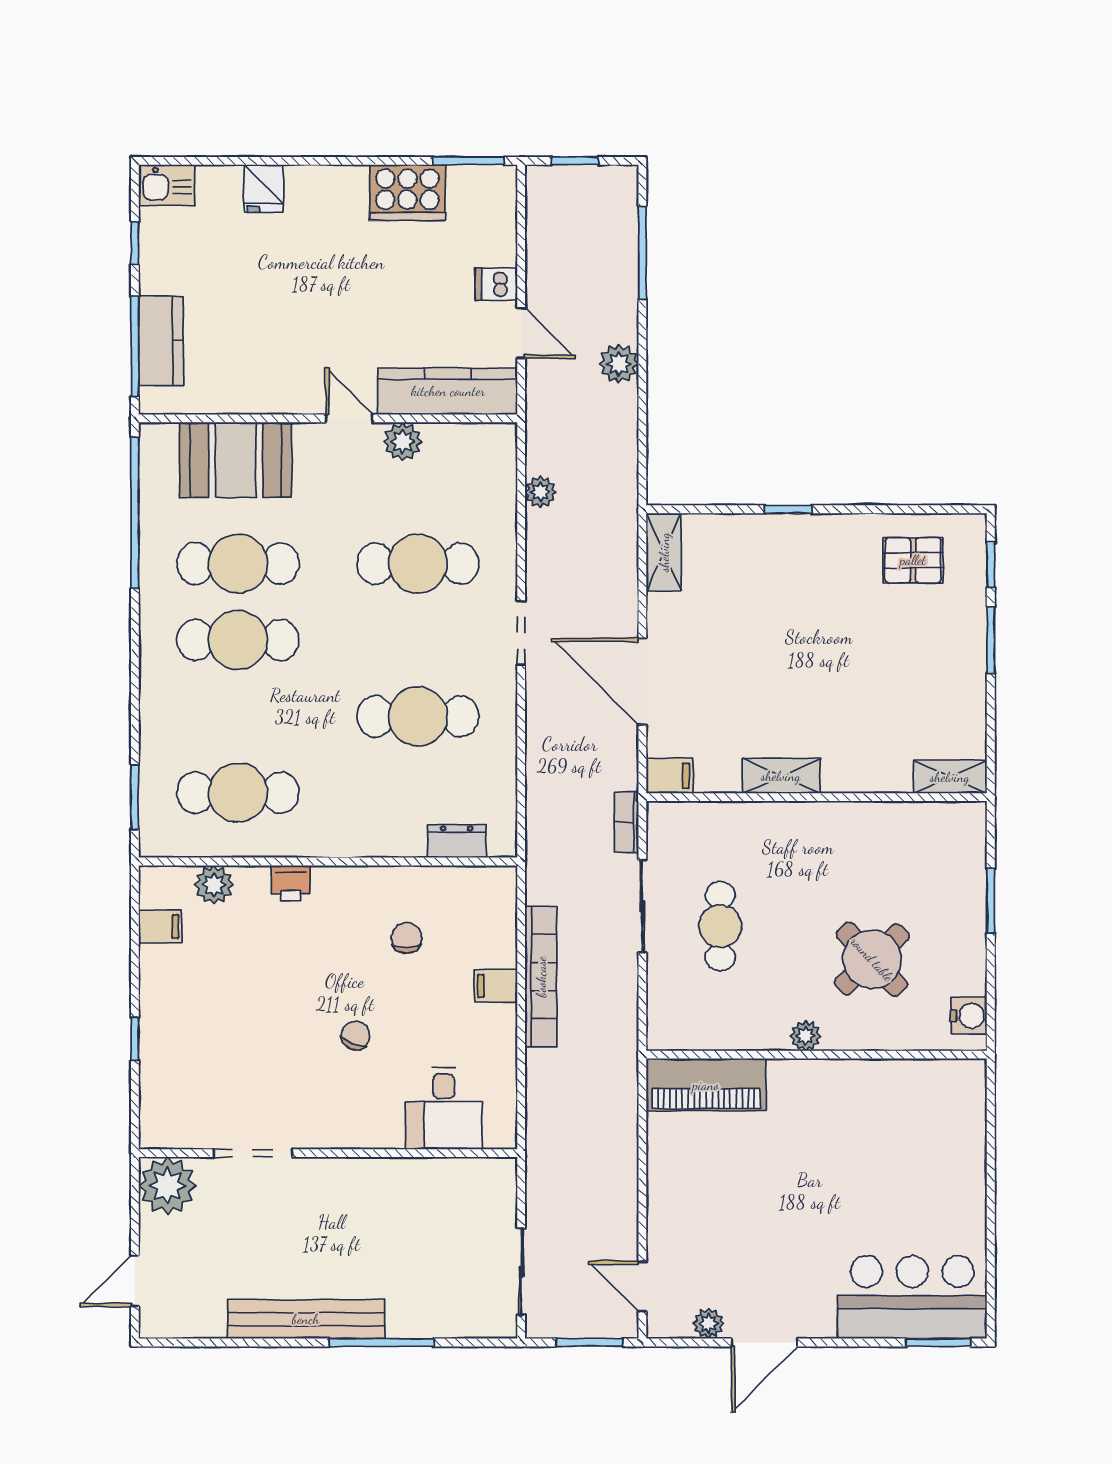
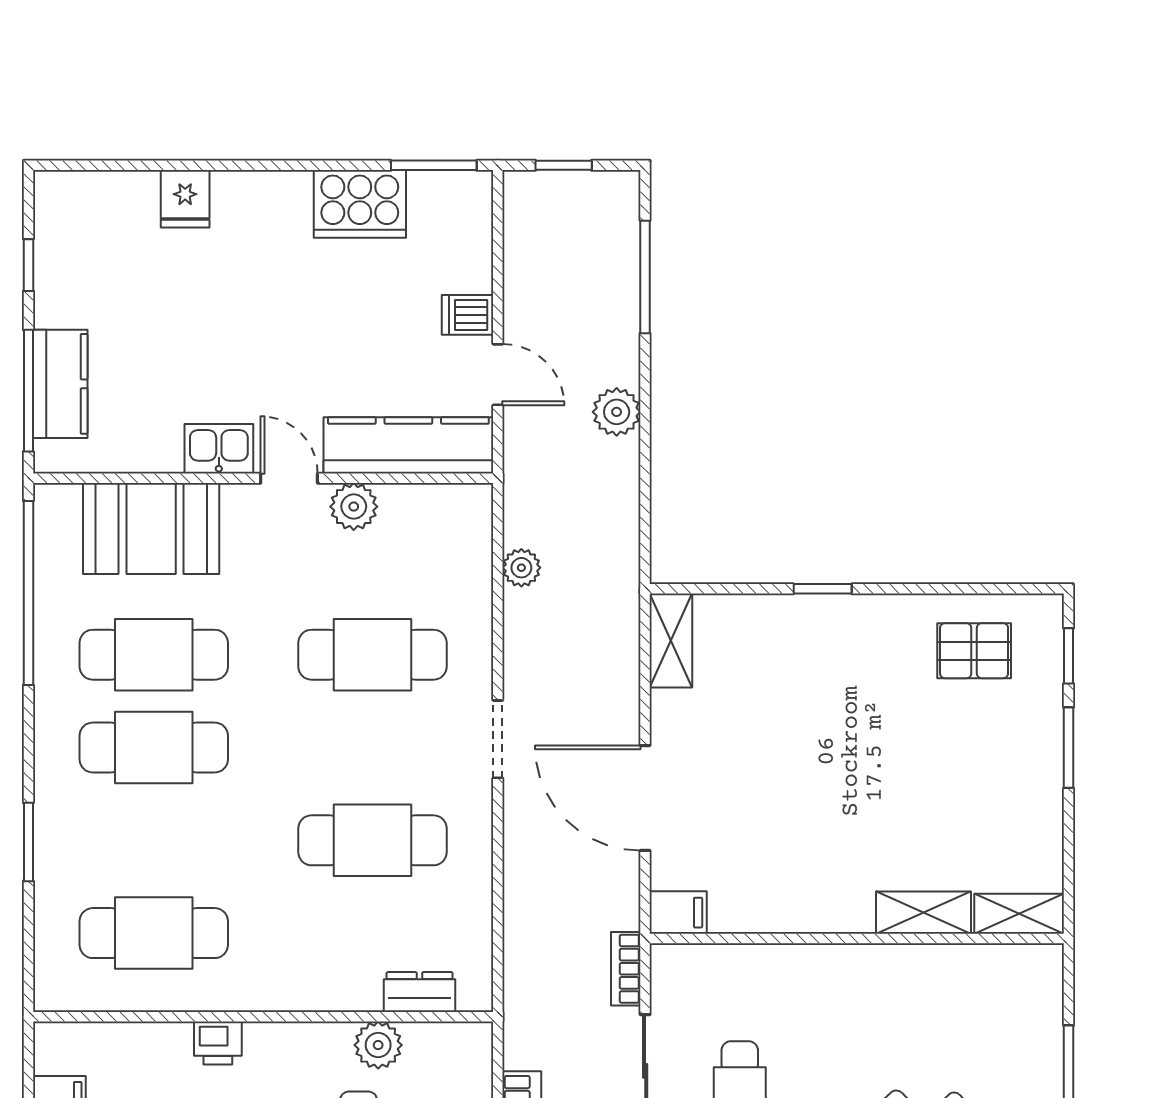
kitchen sink: (167, 185) -> (219, 449), moved, turned 180
shelving: (781, 776) -> (923, 913), moved
window: (135, 797) -> (28, 842), moved
plant: (214, 885) -> (378, 1045), moved

